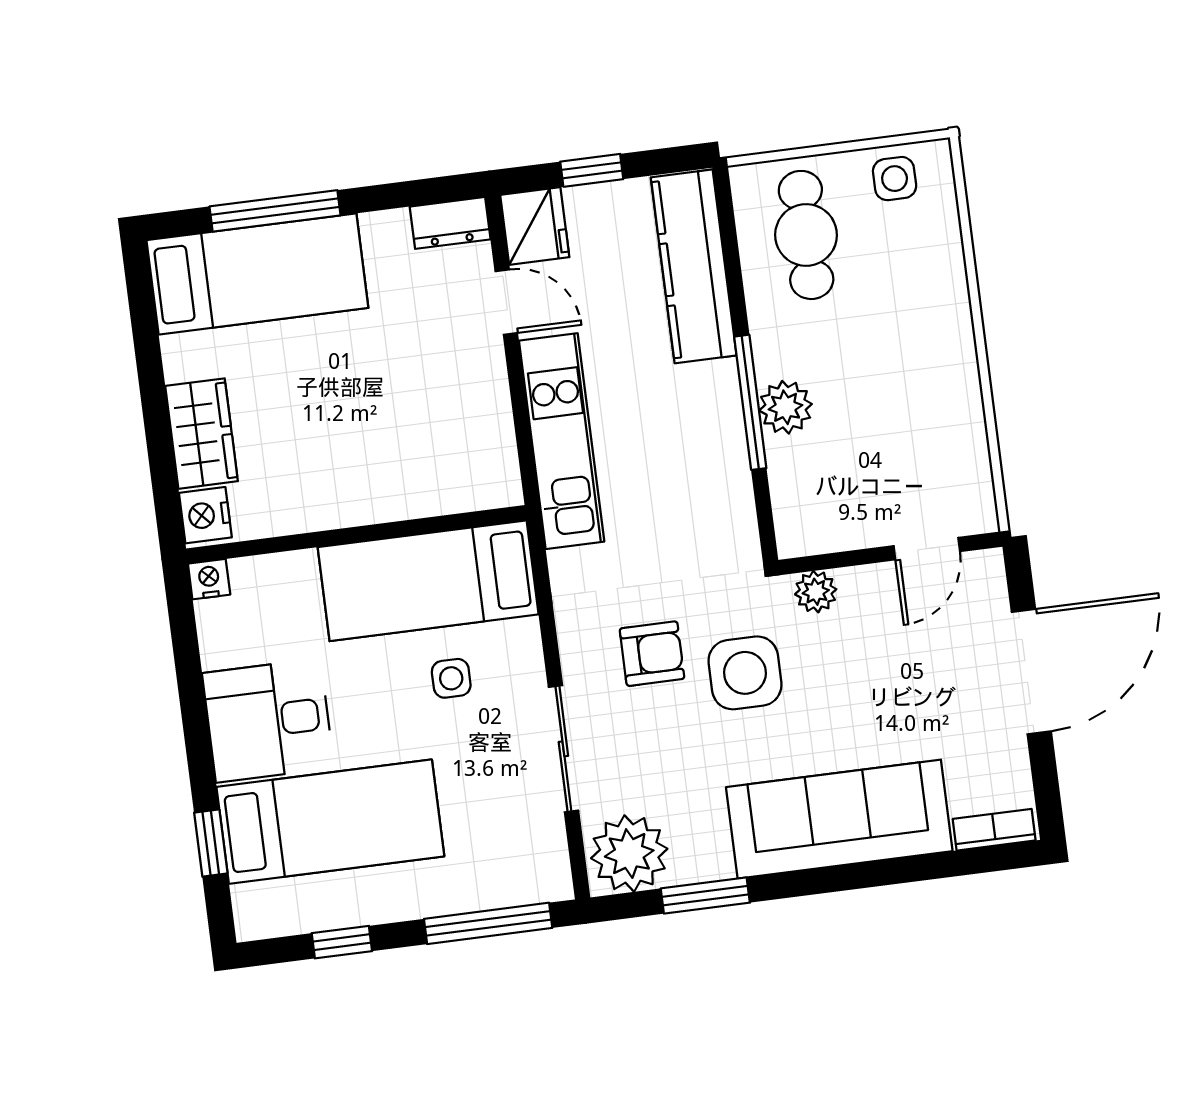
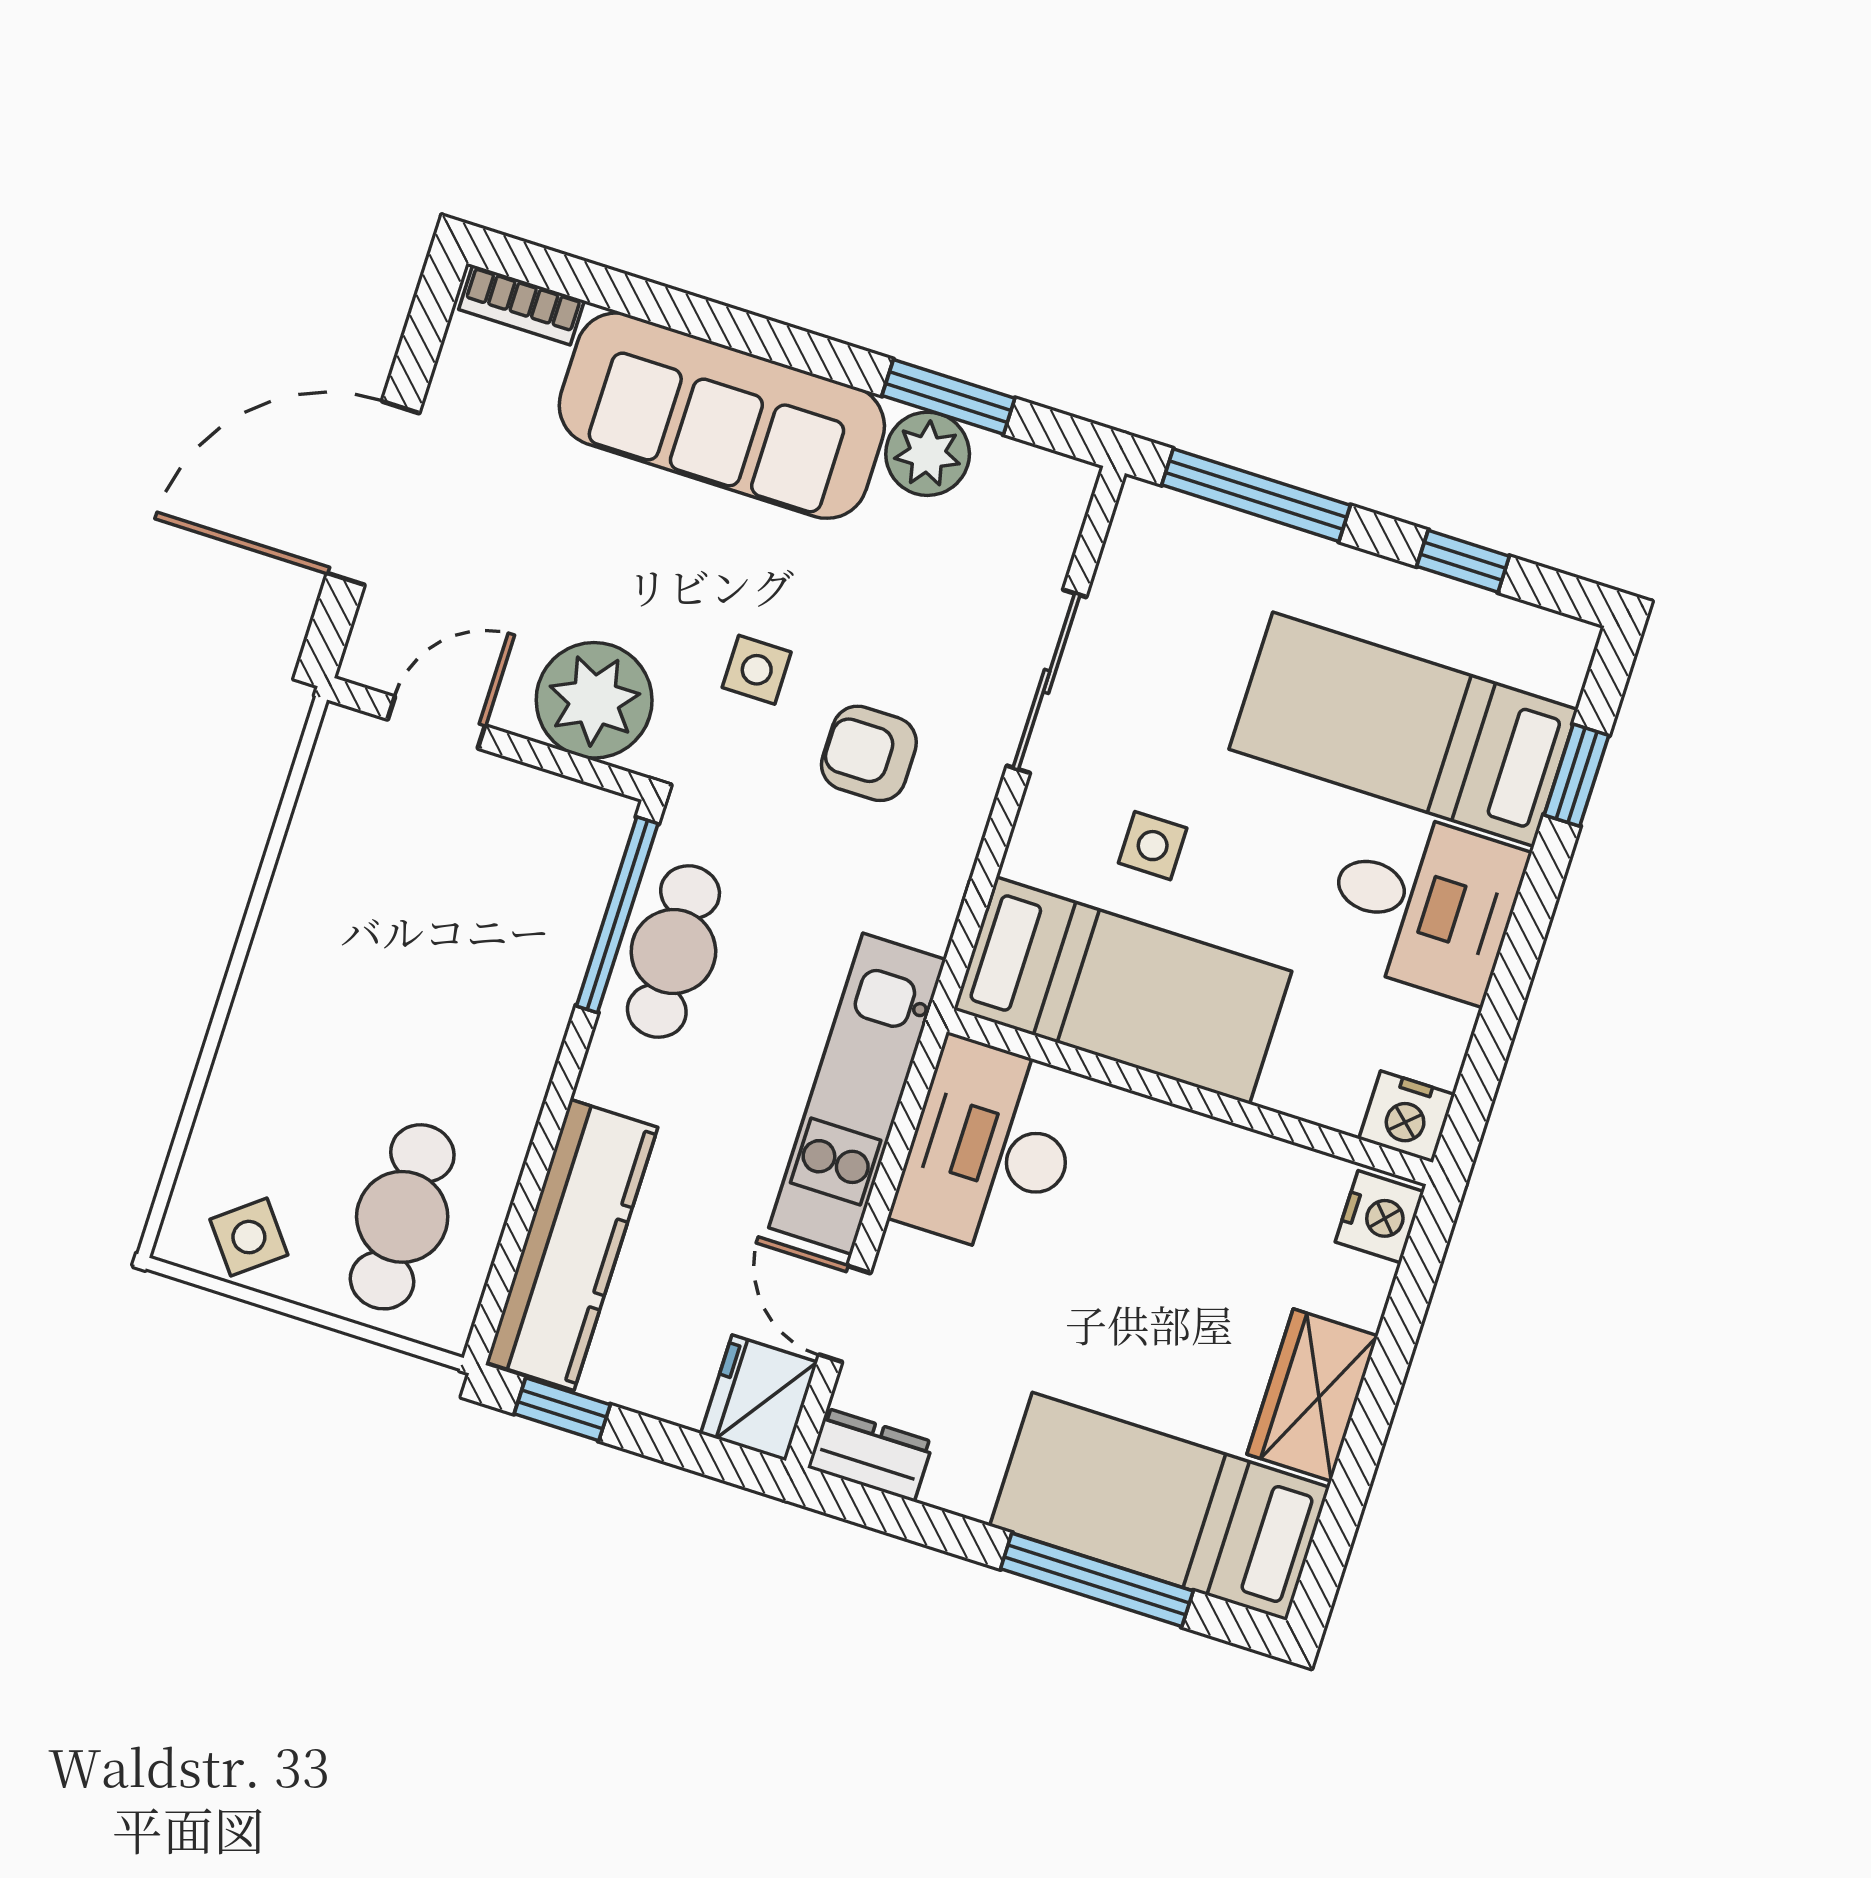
window: (592, 170) -> (562, 1409), moved
side table: (895, 179) -> (249, 1237), turned -38
window: (750, 402) -> (617, 915), moved
plant: (786, 407) -> (537, 999), removed
wardrobe: (202, 434) -> (1312, 1395), moved
desk: (464, 446) -> (990, 1148), added
cafe table: (715, 476) -> (673, 951), added
nightstand: (209, 579) -> (1407, 1117), width x1.39, depth x1.35
plant: (816, 592) -> (594, 700), width x1.87, depth x1.87
side table: (745, 673) -> (757, 670), width x0.54, depth x0.54
plant: (629, 854) -> (928, 454), moved, width x0.73, depth x0.73

